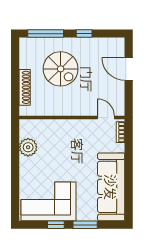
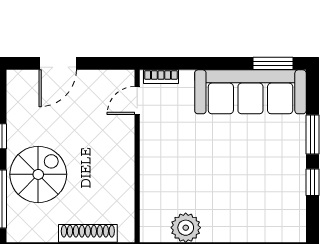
spiral stairs: (61, 69) -> (38, 174), moved
corner sofa: (48, 201) -> (274, 194), removed
window: (129, 201) -> (273, 63), added

